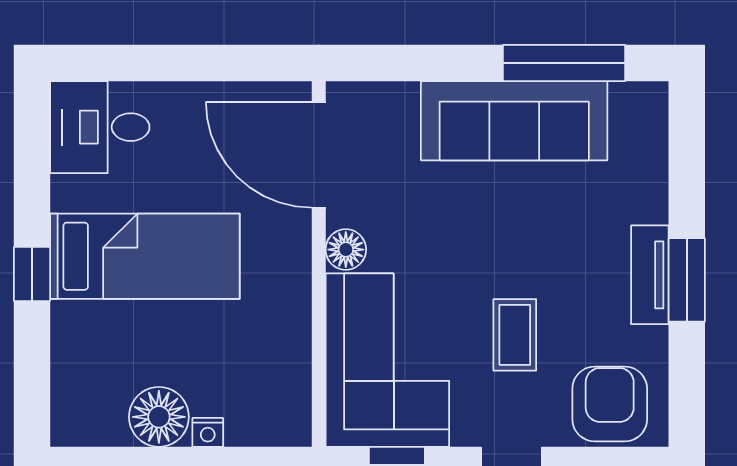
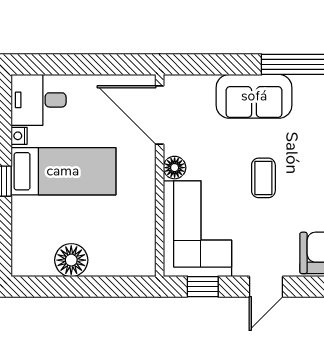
sofa: (514, 121) -> (254, 96), width x0.73
coffee table: (515, 335) -> (263, 178), moved
nightstand: (208, 432) -> (19, 136), moved, turned 90

